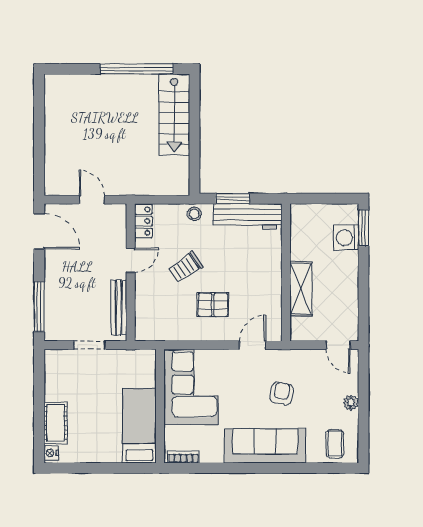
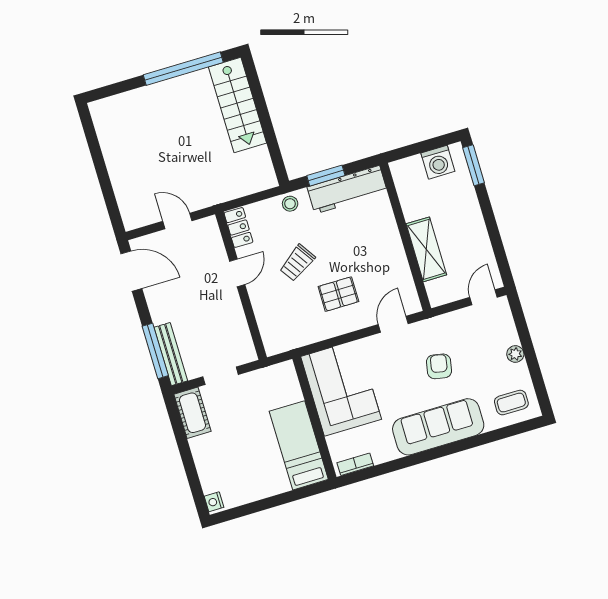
washing machine: (346, 237) -> (438, 162), moved, turned -90
bench: (119, 307) -> (171, 354), moved
door: (338, 345) -> (484, 297), swing flipped
cot: (55, 423) -> (192, 413), moved
coffee table: (335, 444) -> (511, 403), turned 90

